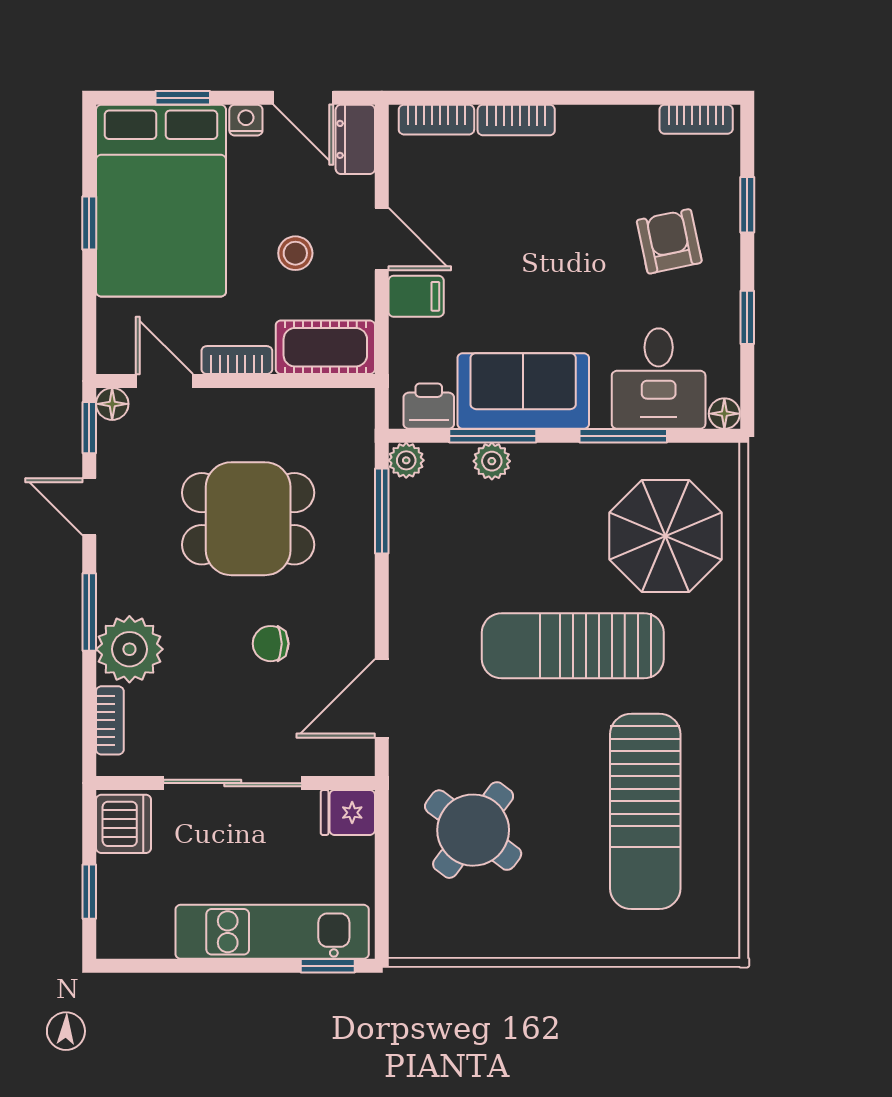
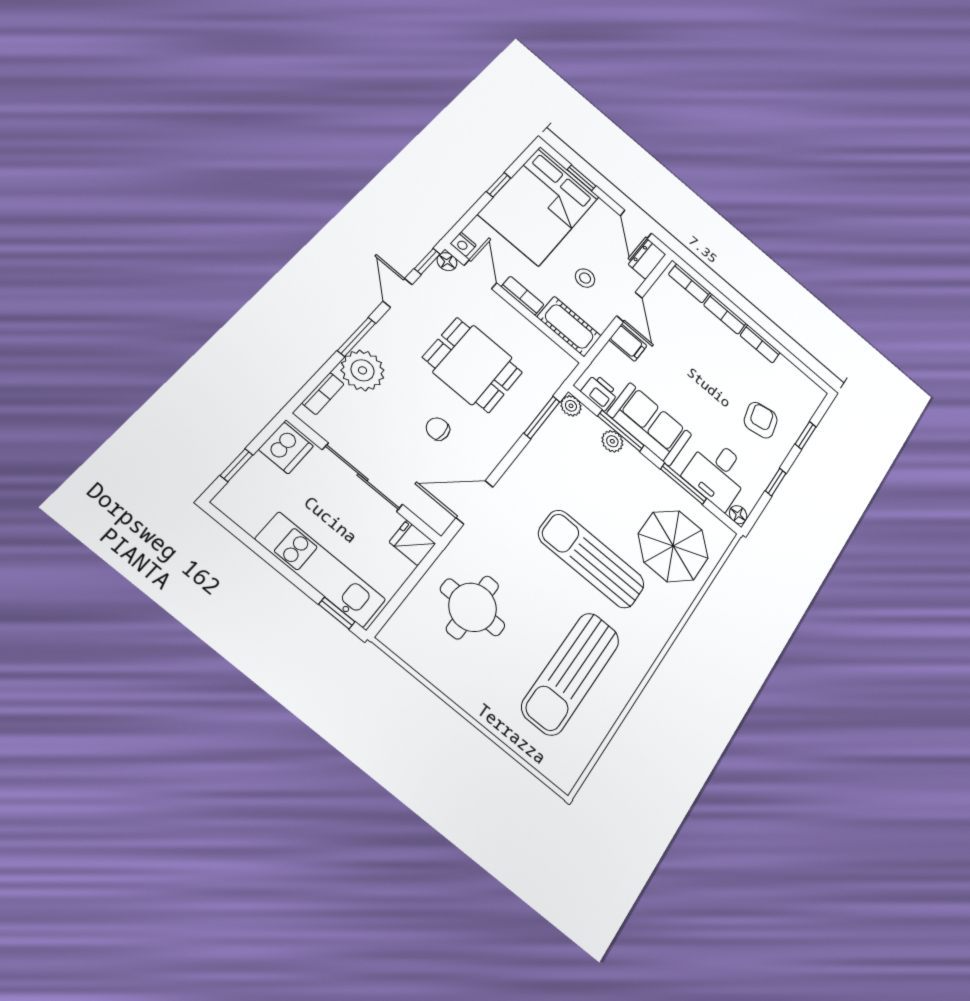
bookcase: (696, 119) -> (760, 344), moved
nightstand: (246, 120) -> (463, 244), moved, turned 180
round table: (473, 830) -> (473, 607), turned -37

